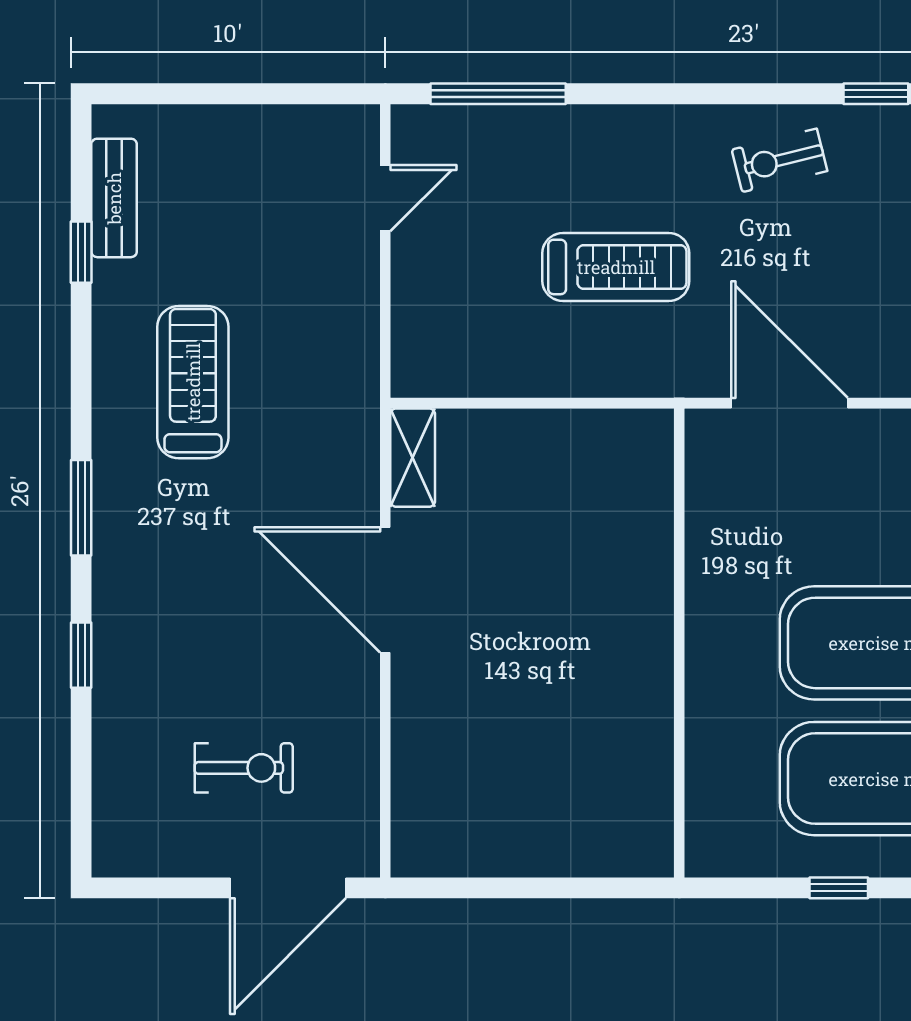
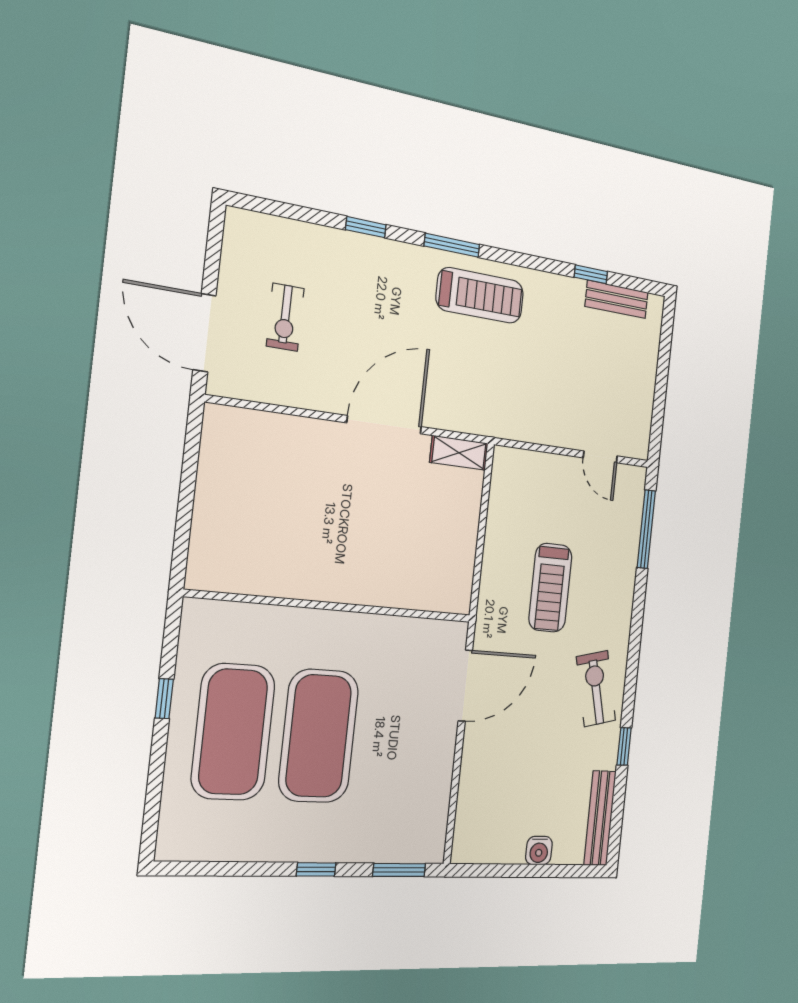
exercise bike: (780, 160) -> (596, 689), width x1.38, depth x1.39
treadmill: (193, 382) -> (480, 295), moved

